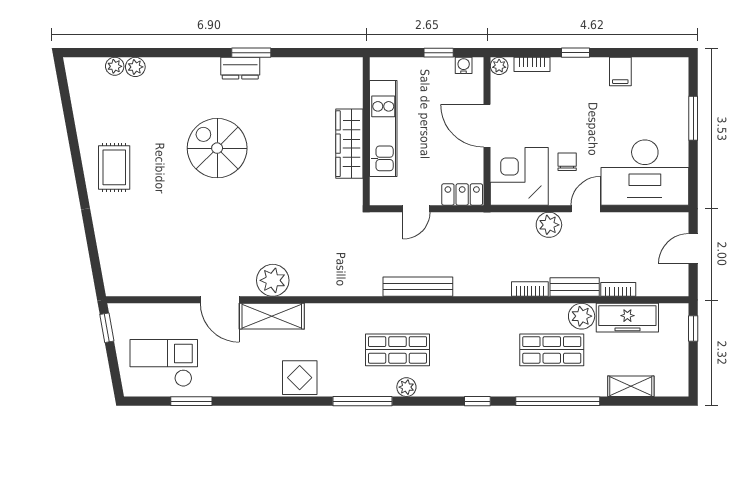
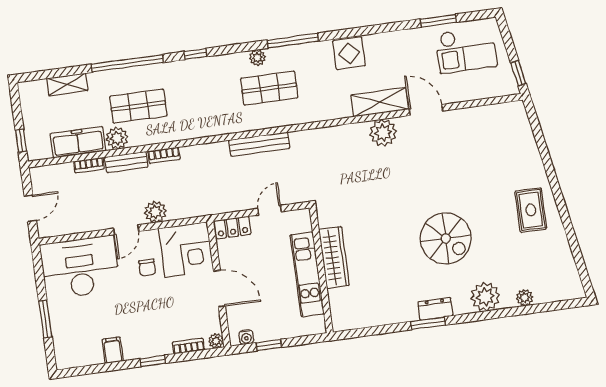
plant: (115, 66) -> (485, 297), moved, width x1.88, depth x1.88

